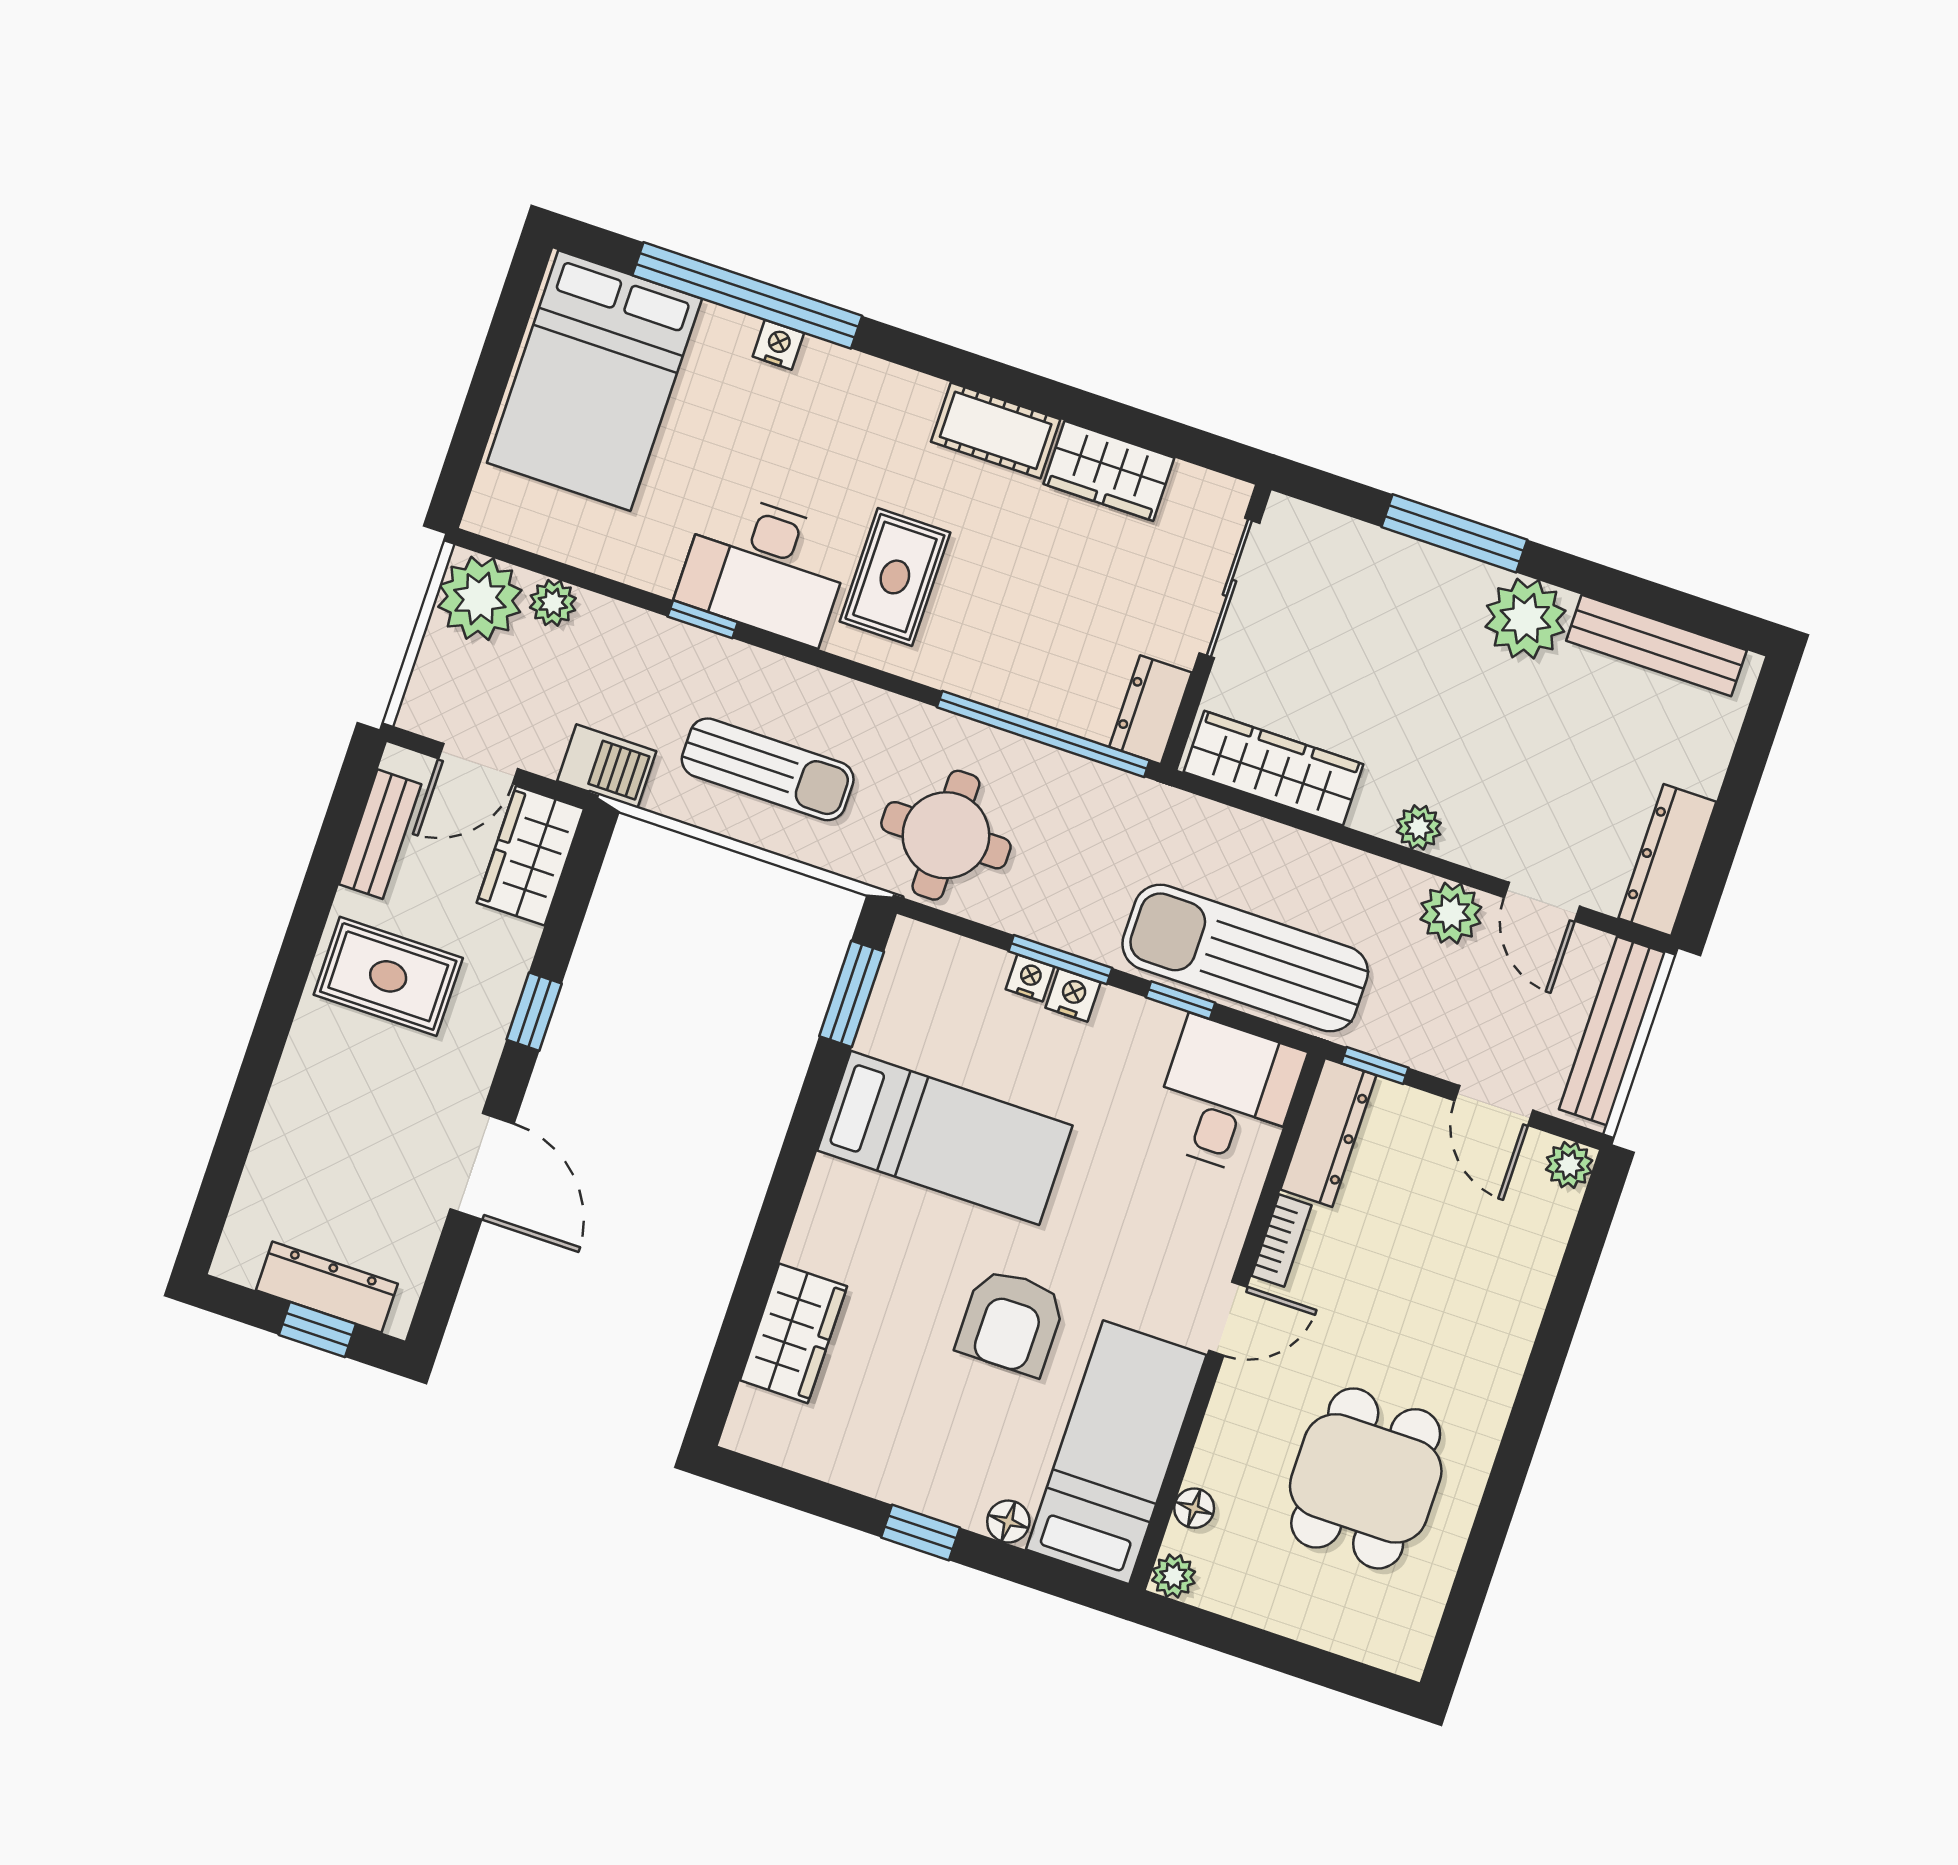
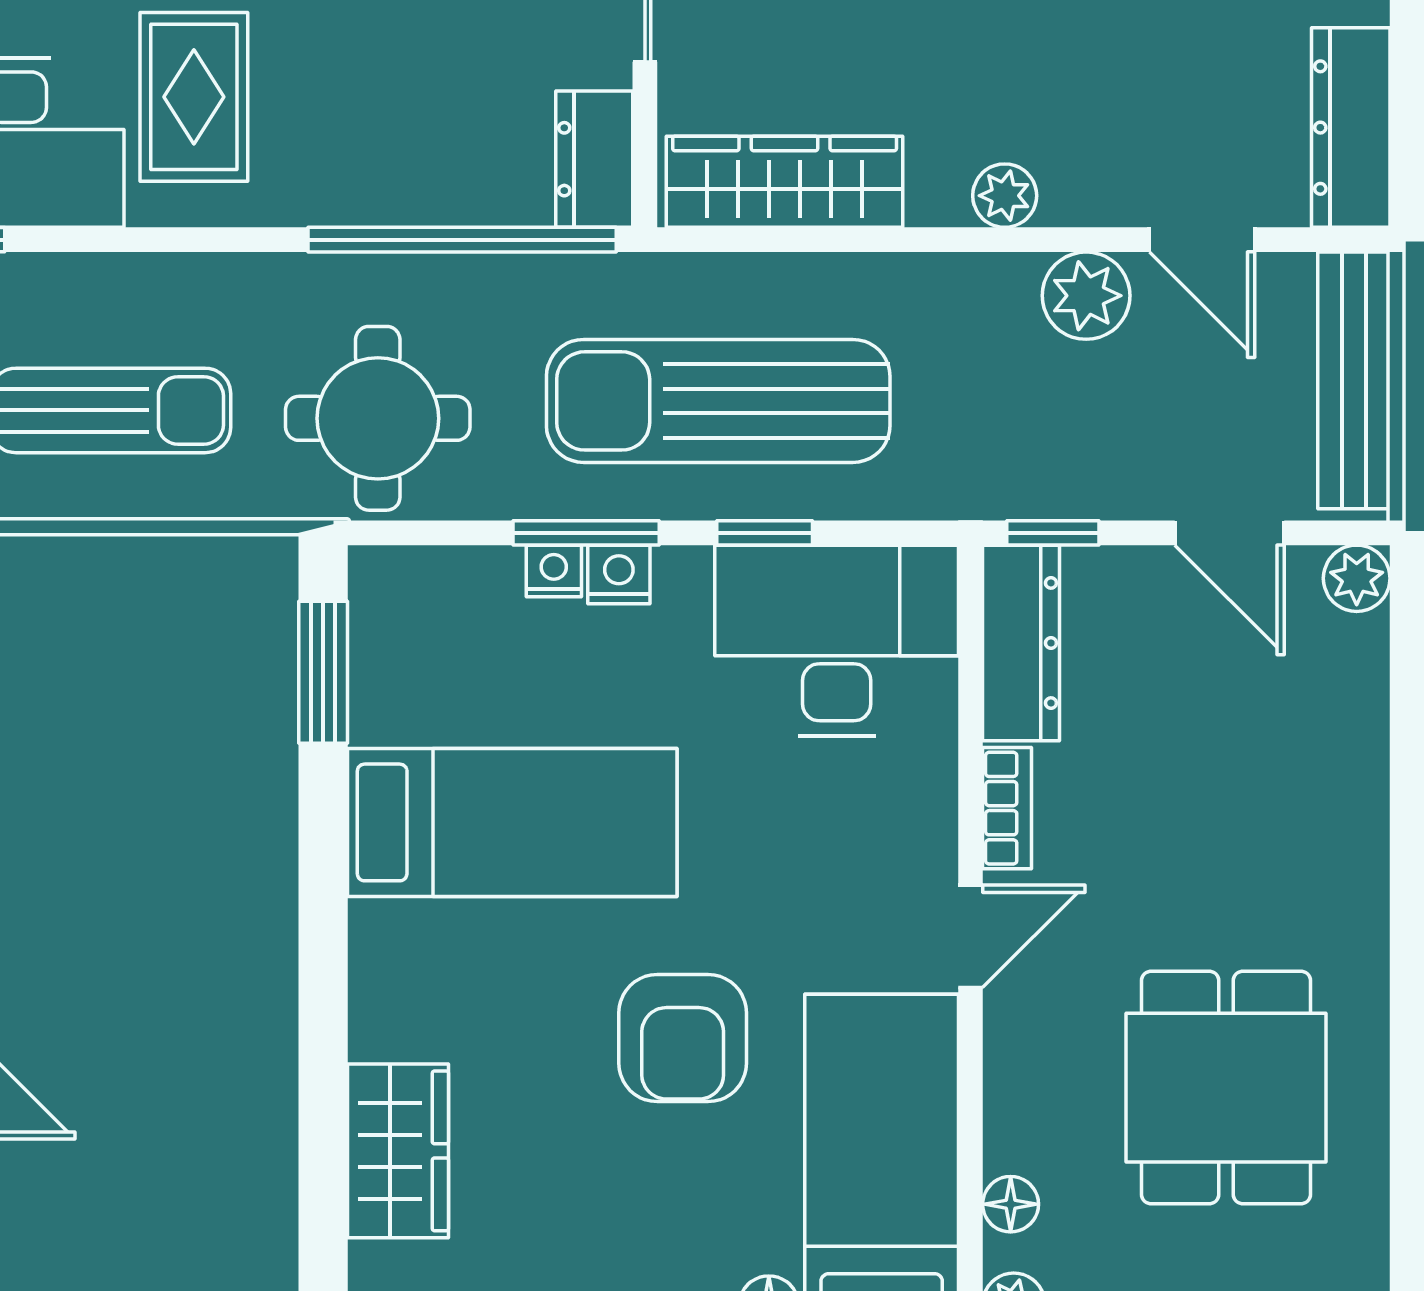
sun lounger: (1245, 958) -> (718, 401), moved
desk: (1227, 1097) -> (837, 641), width x1.37

